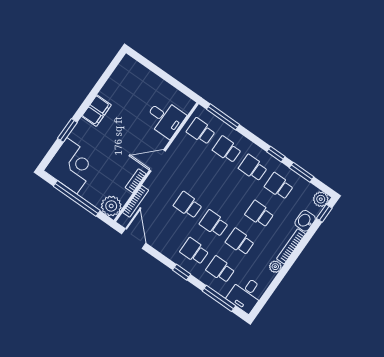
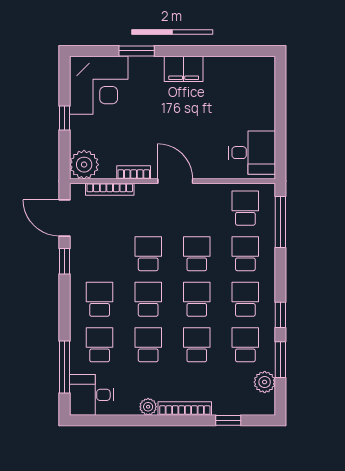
desk: (165, 118) -> (252, 153), moved, turned -90
school desk: (207, 177) -> (197, 254), added
school desk: (233, 196) -> (197, 299), added
window: (77, 198) -> (64, 118), width x0.32
plant: (321, 199) -> (265, 382), moved
window: (324, 213) -> (228, 420), moved
washbasin: (305, 221) -> (226, 404), removed
door: (134, 239) -> (64, 218), swing flipped
window: (182, 272) -> (64, 261), moved

